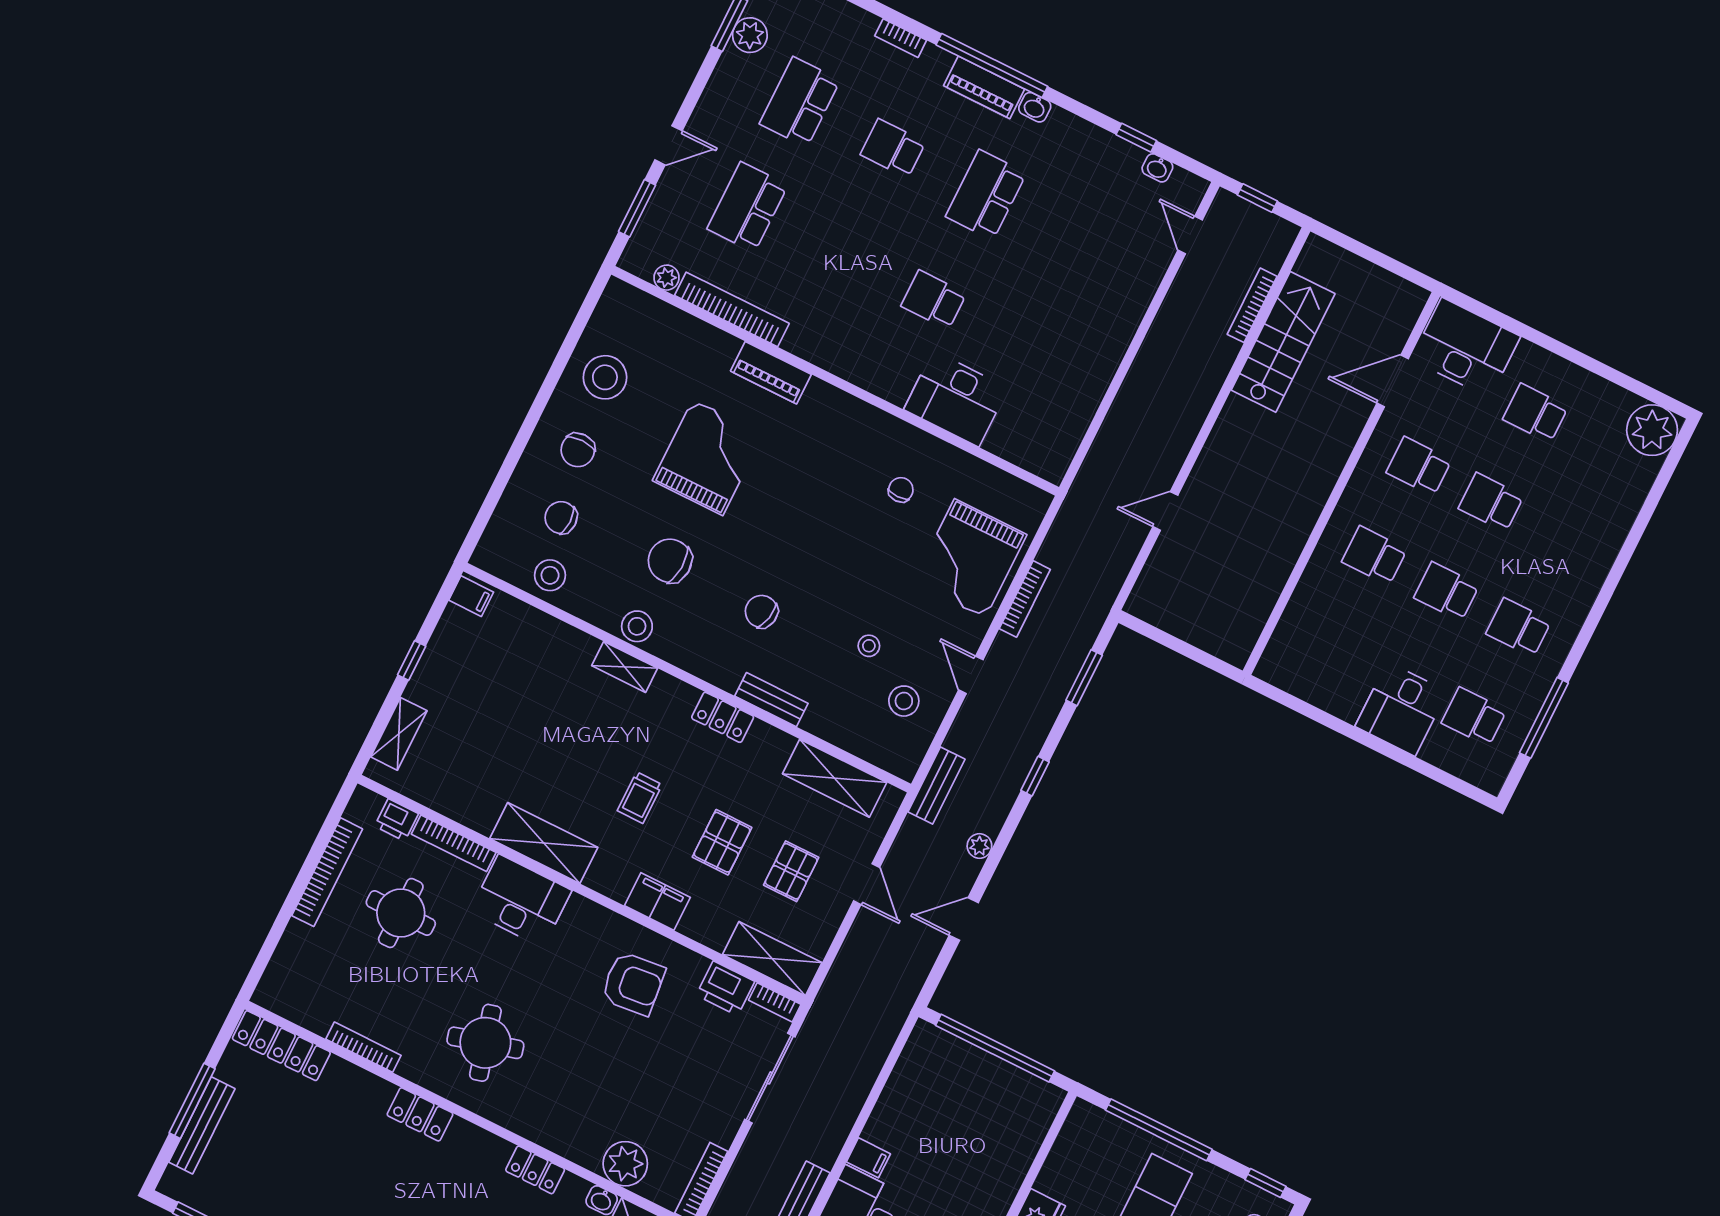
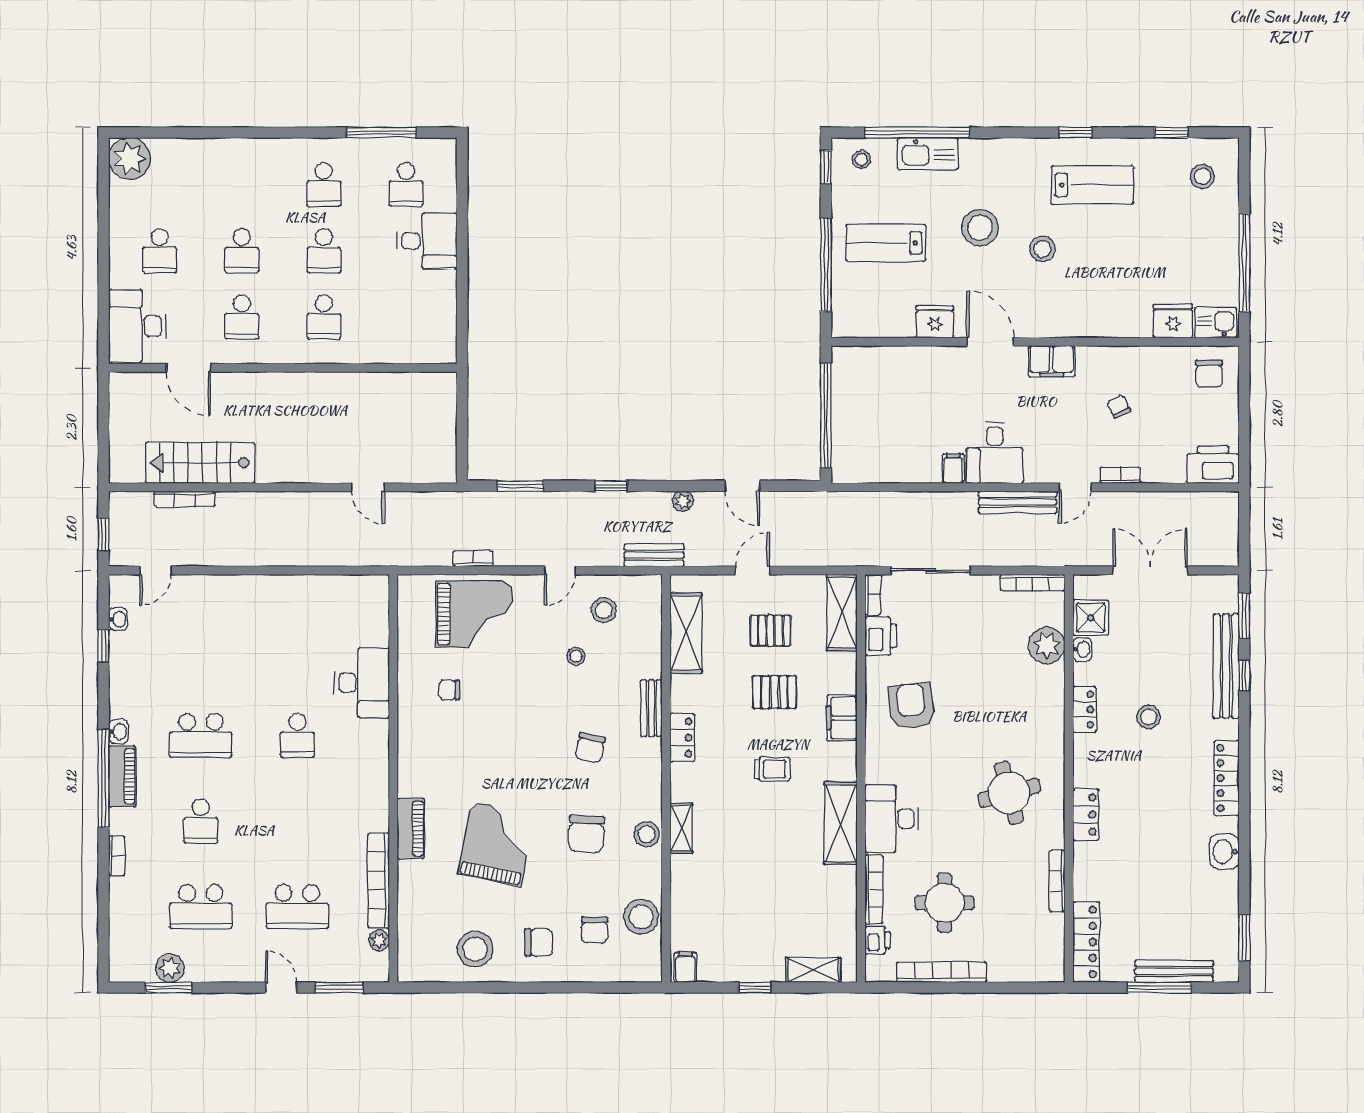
grand piano: (708, 457) -> (496, 844), turned 101
stool: (550, 575) -> (641, 917), width x1.38, depth x1.38
bookcase: (1025, 599) -> (473, 559), width x0.64

